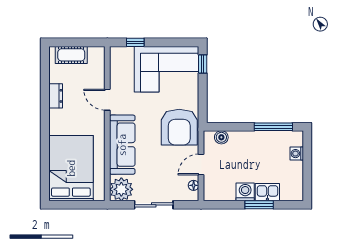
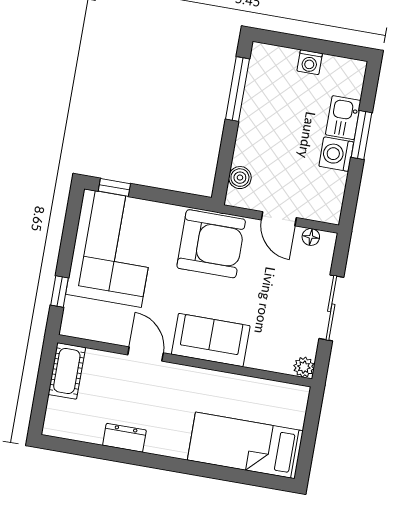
cot: (71, 55) -> (67, 371), moved
door: (107, 100) -> (146, 354), swing flipped
sofa: (122, 145) -> (211, 340), width x0.73
washing machine: (297, 154) -> (310, 62), moved
bed: (71, 168) -> (245, 445), width x0.67
plant: (121, 189) -> (304, 367), width x0.53, depth x0.53

